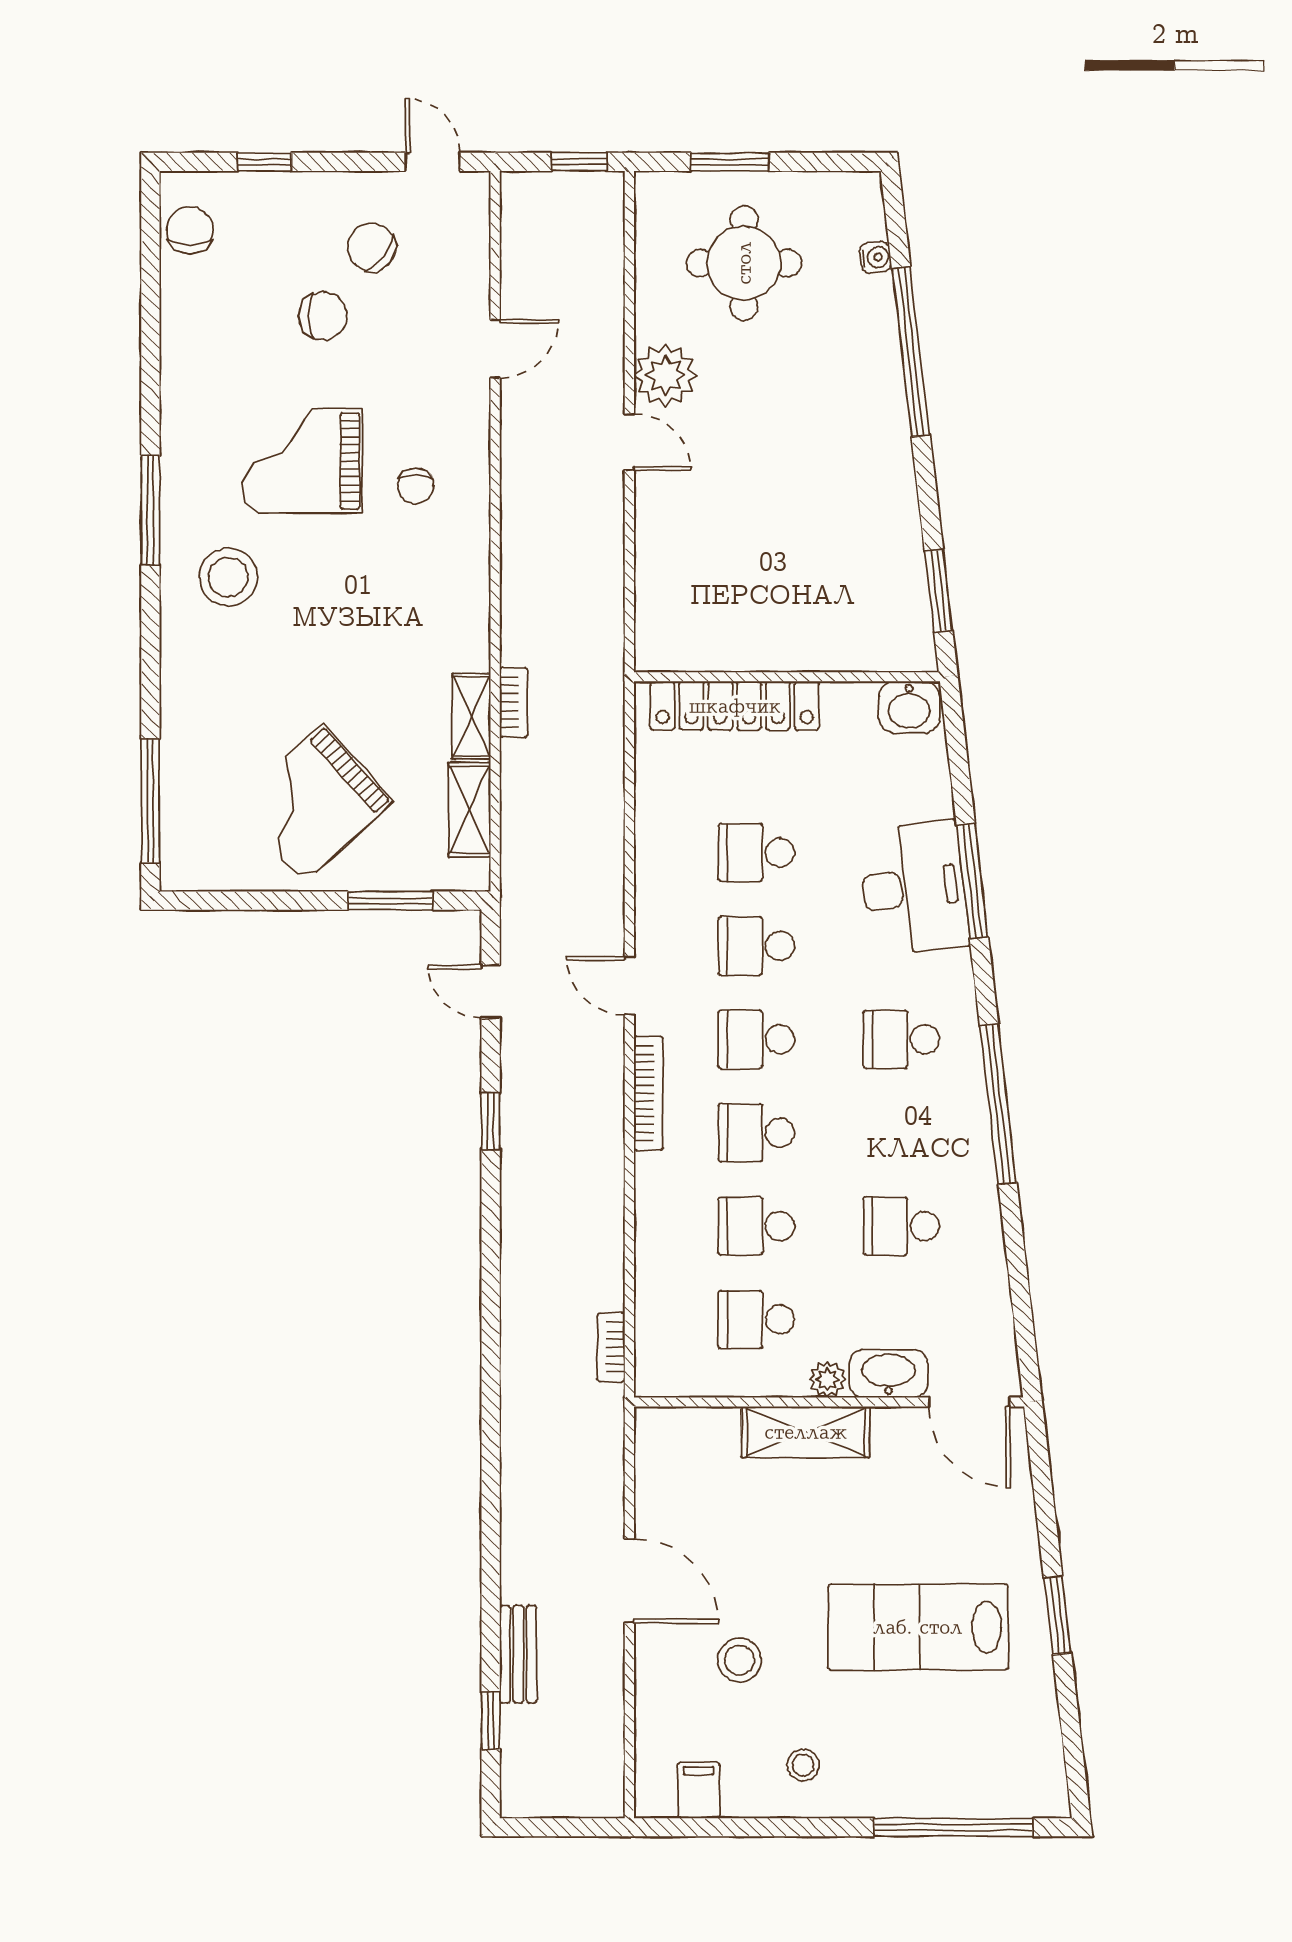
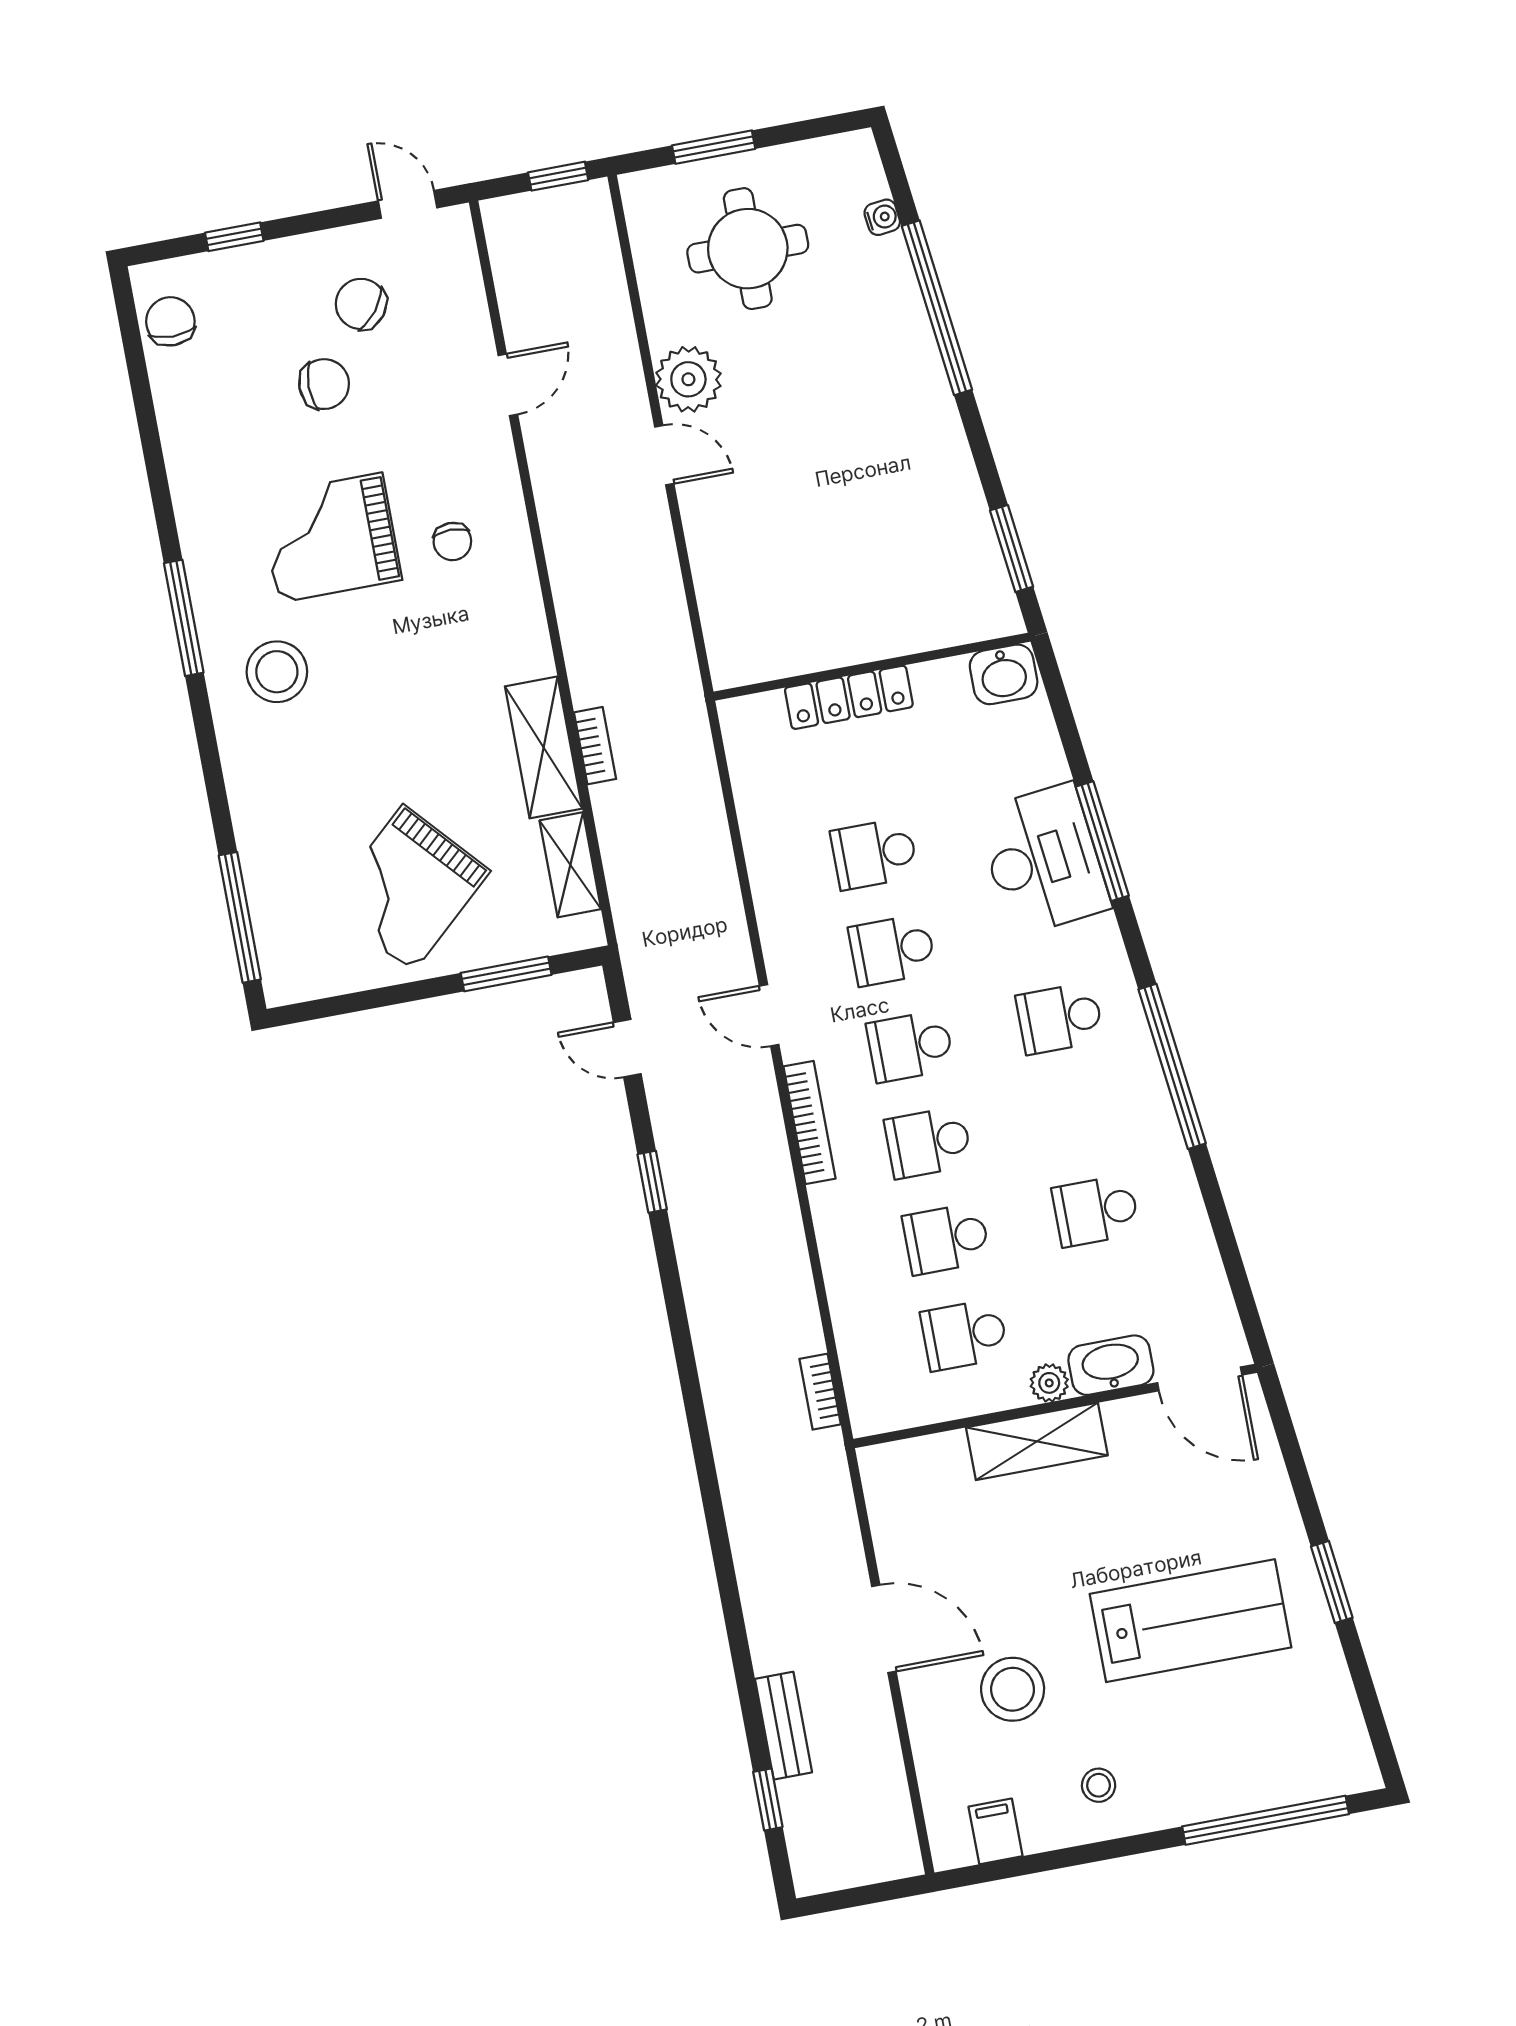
locker: (735, 706) -> (849, 697), width x0.71, depth x0.83
shelving: (471, 716) -> (544, 747), width x1.50, depth x1.33
lab bench: (918, 1627) -> (1190, 1621), turned 180
stool: (739, 1660) -> (1013, 1689), width x1.38, depth x1.38

